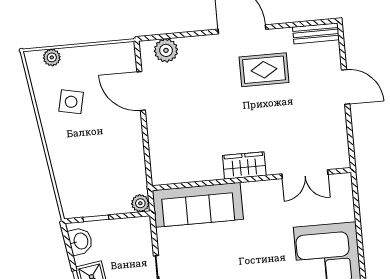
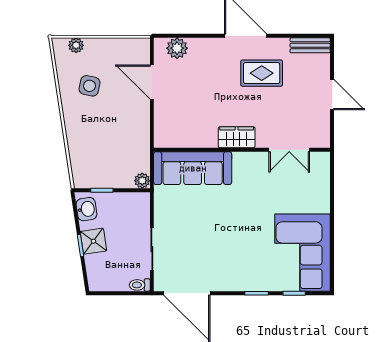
wardrobe: (244, 165) -> (237, 137), moved
double door: (305, 174) -> (289, 150), moved
wall: (252, 179) -> (242, 150), moved
sofa: (198, 205) -> (193, 168), moved

